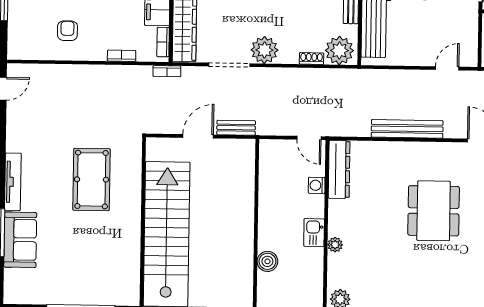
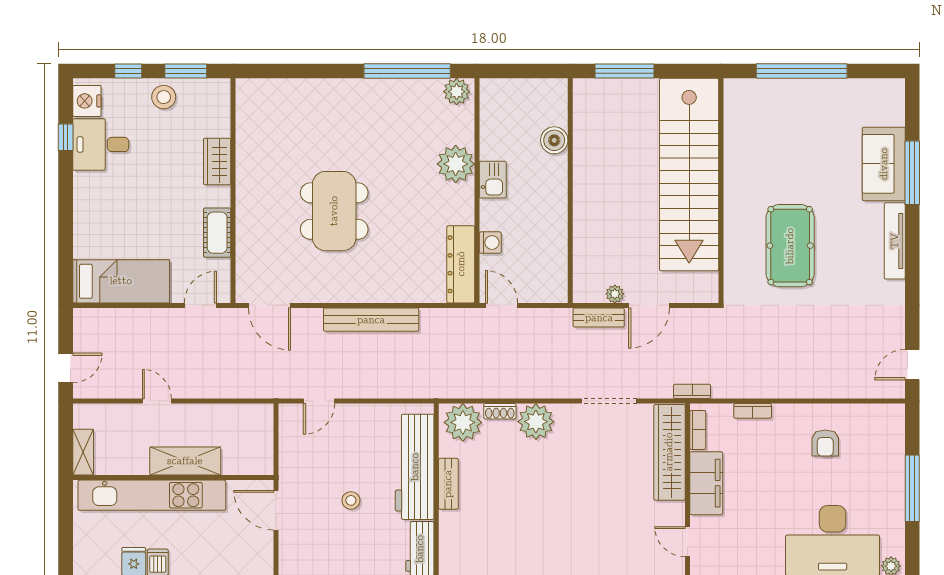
plant: (264, 50) -> (536, 422), moved
plant: (224, 145) -> (615, 294), added
plant: (335, 245) -> (456, 164), width x1.88, depth x1.88

